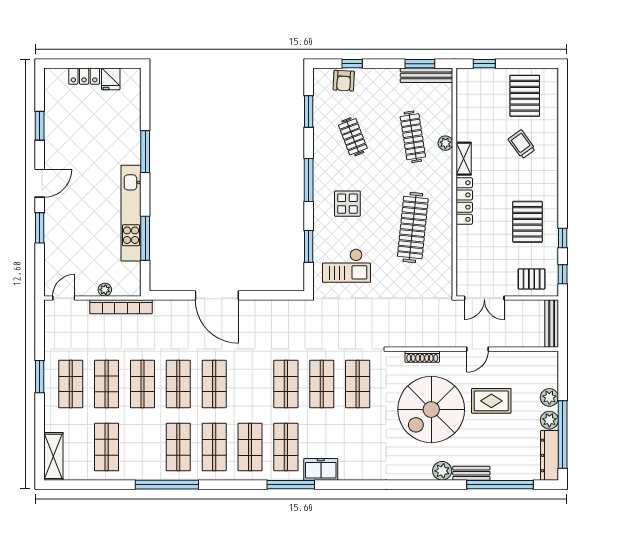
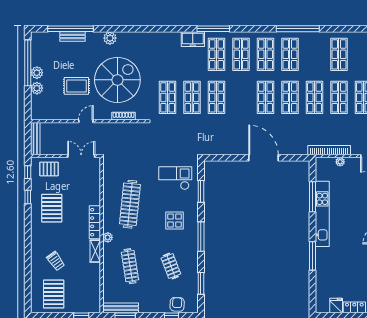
plant: (445, 143) -> (108, 237), moved
dresser: (549, 455) -> (37, 49), removed
bench: (471, 473) -> (72, 36), moved

